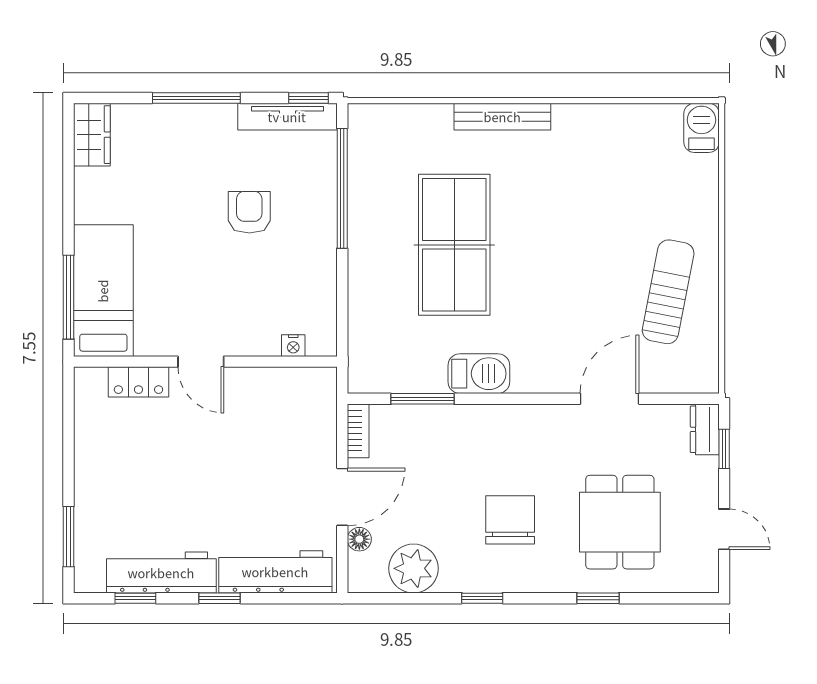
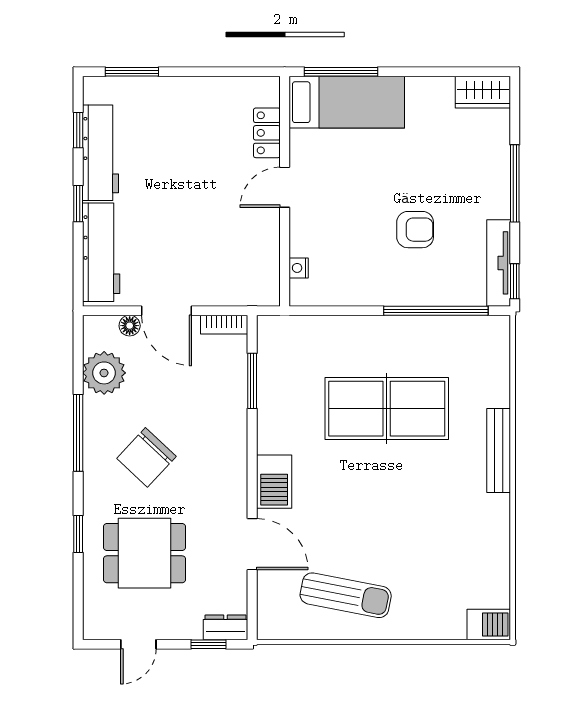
barbecue: (479, 374) -> (274, 482), moved
chair: (510, 520) -> (146, 457), turned 133
window: (482, 598) -> (78, 433), width x2.17

